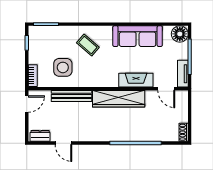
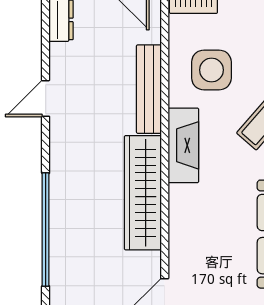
fireplace: (136, 80) -> (183, 145), moved
door: (63, 143) -> (46, 98), moved

